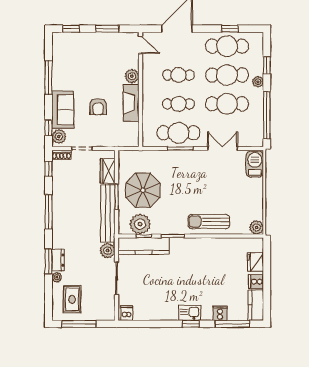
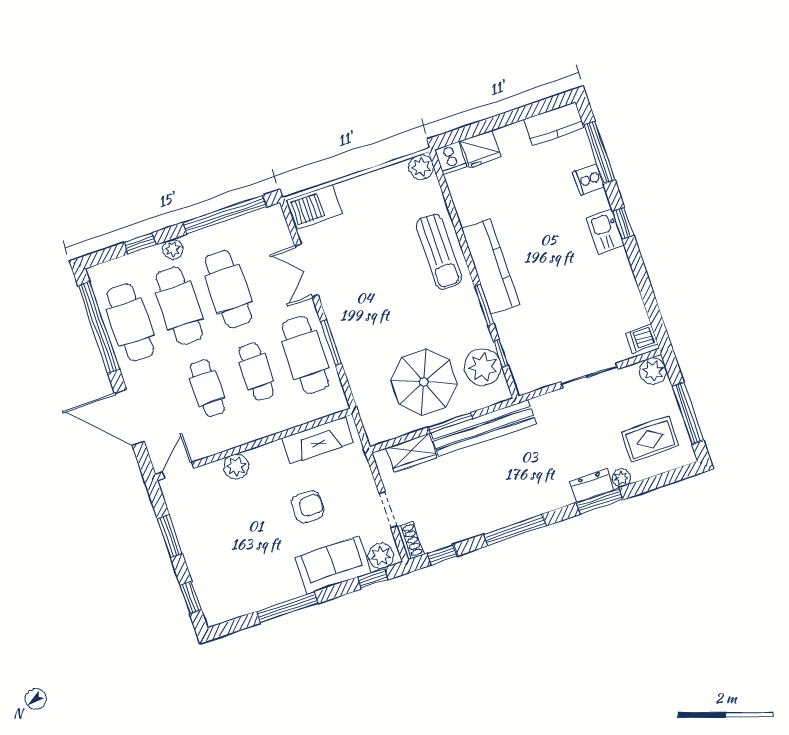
window: (230, 29) -> (99, 328), width x3.17
fireplace: (131, 103) -> (318, 440), moved
kitchen counter: (144, 246) -> (490, 267), moved
plant: (108, 251) -> (653, 371), moved
cooker: (256, 282) -> (451, 158), moved

